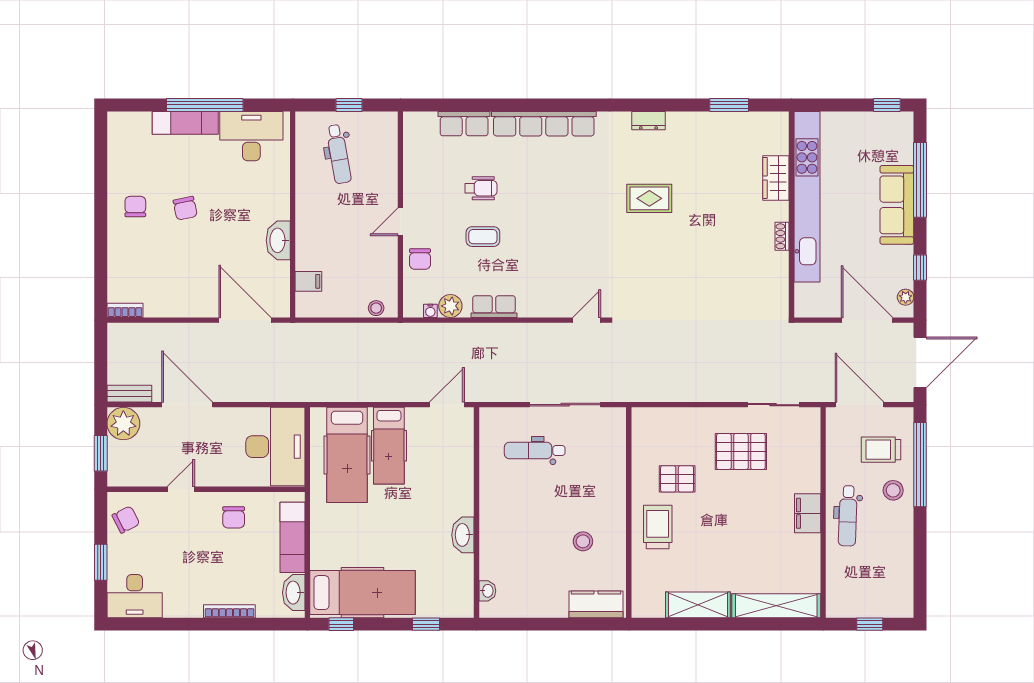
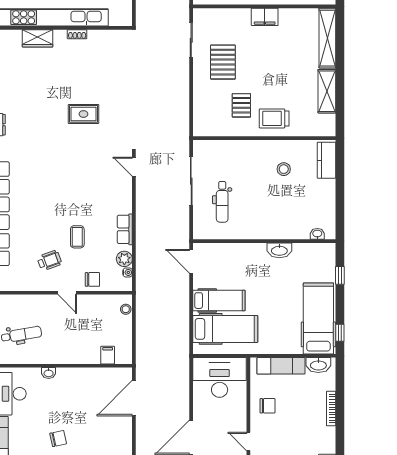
wheelchair: (481, 188) -> (49, 261), moved, turned 70
rug: (649, 198) -> (83, 114), moved, turned 90
washbasin: (278, 240) -> (49, 373), moved, width x0.52, depth x0.69

